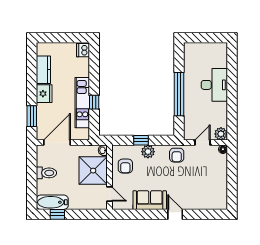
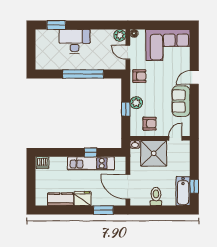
window: (232, 65) -> (56, 25), added
corner sofa: (210, 186) -> (168, 45), added

